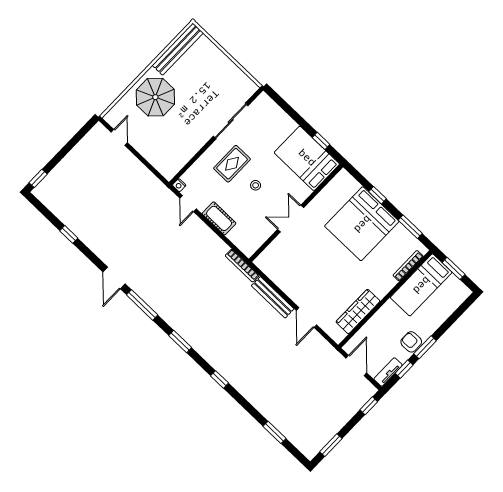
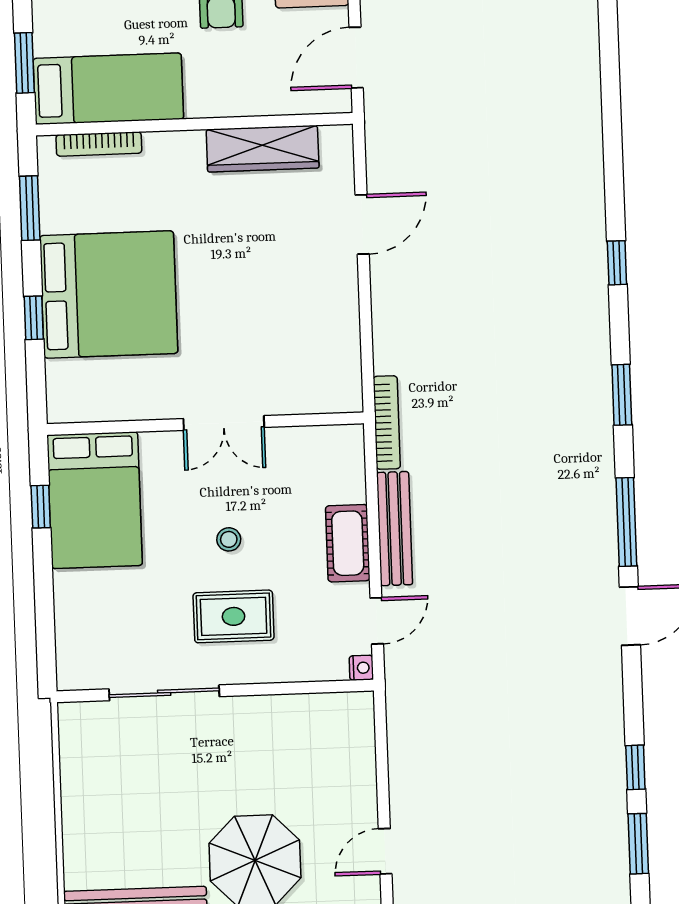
bench: (273, 297) -> (395, 529), moved
window: (275, 432) -> (638, 844), moved

